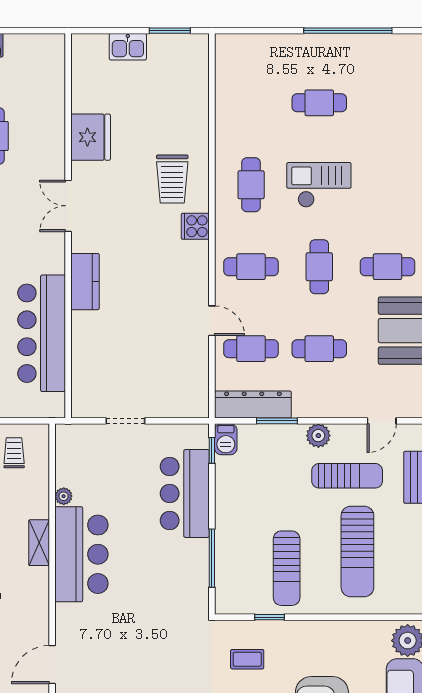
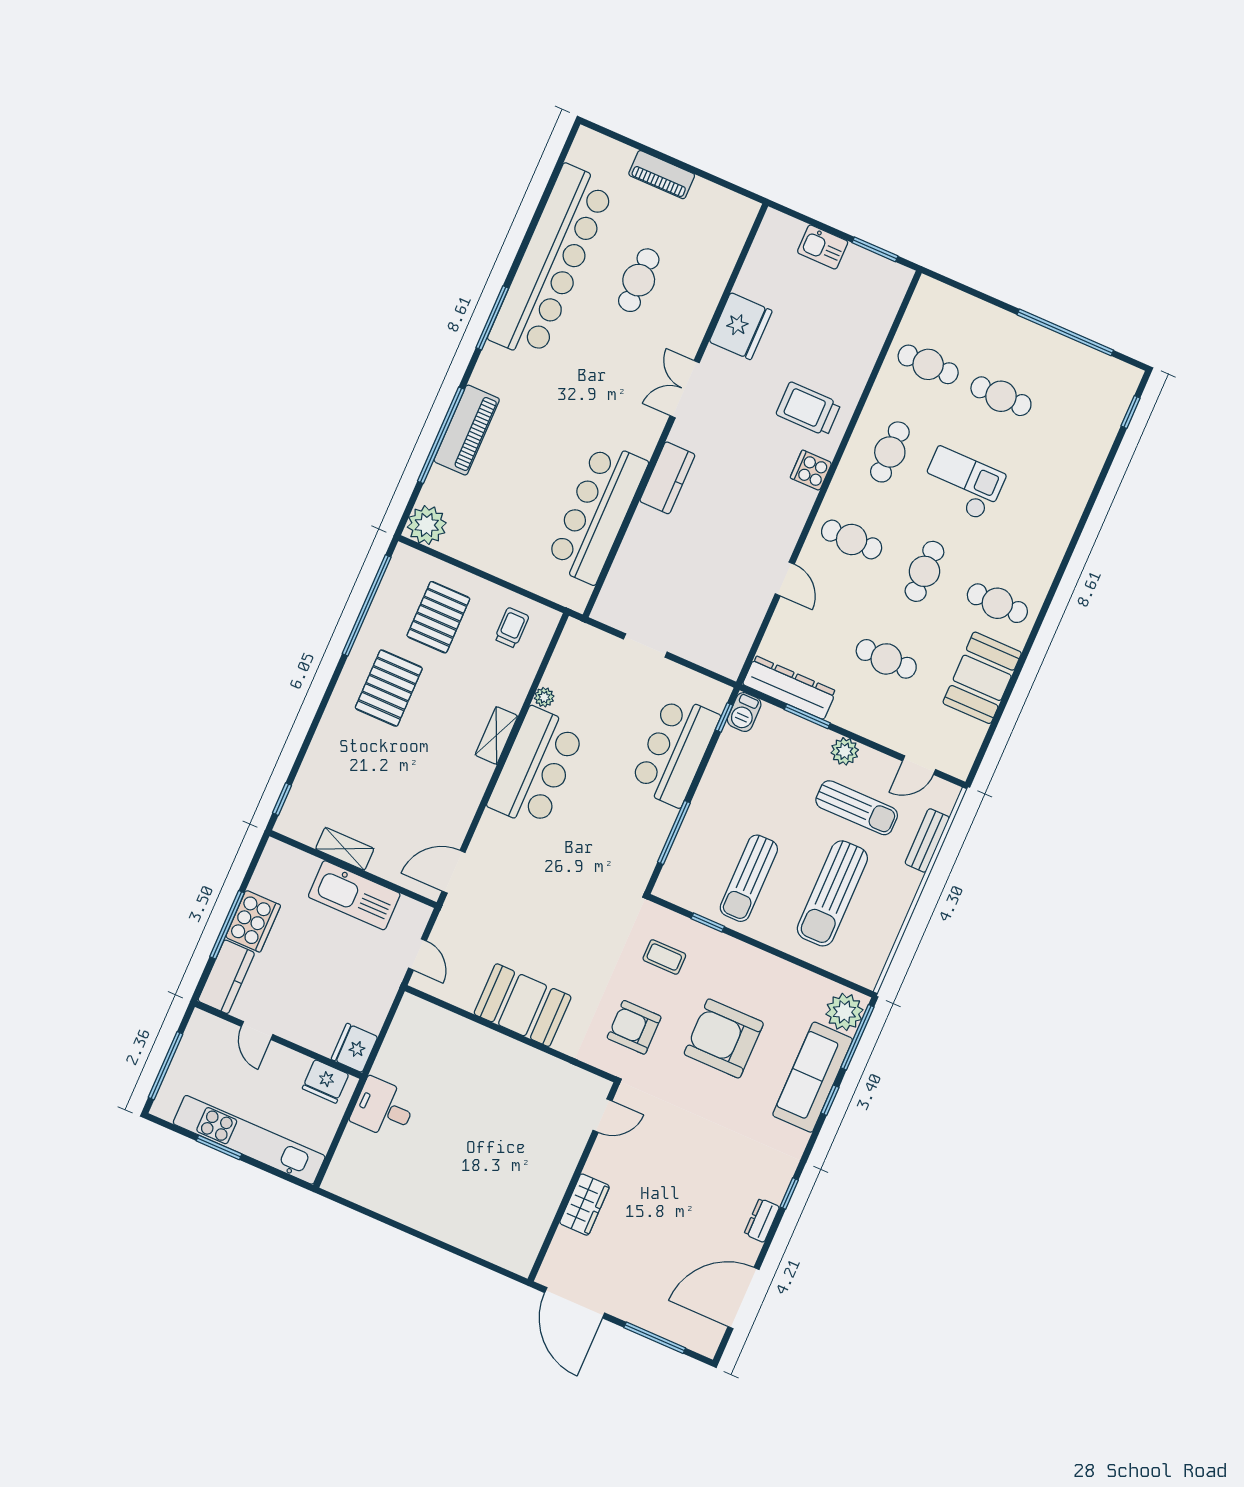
trolley: (172, 179) -> (808, 409), turned 90
cafe table: (251, 349) -> (928, 364), moved

